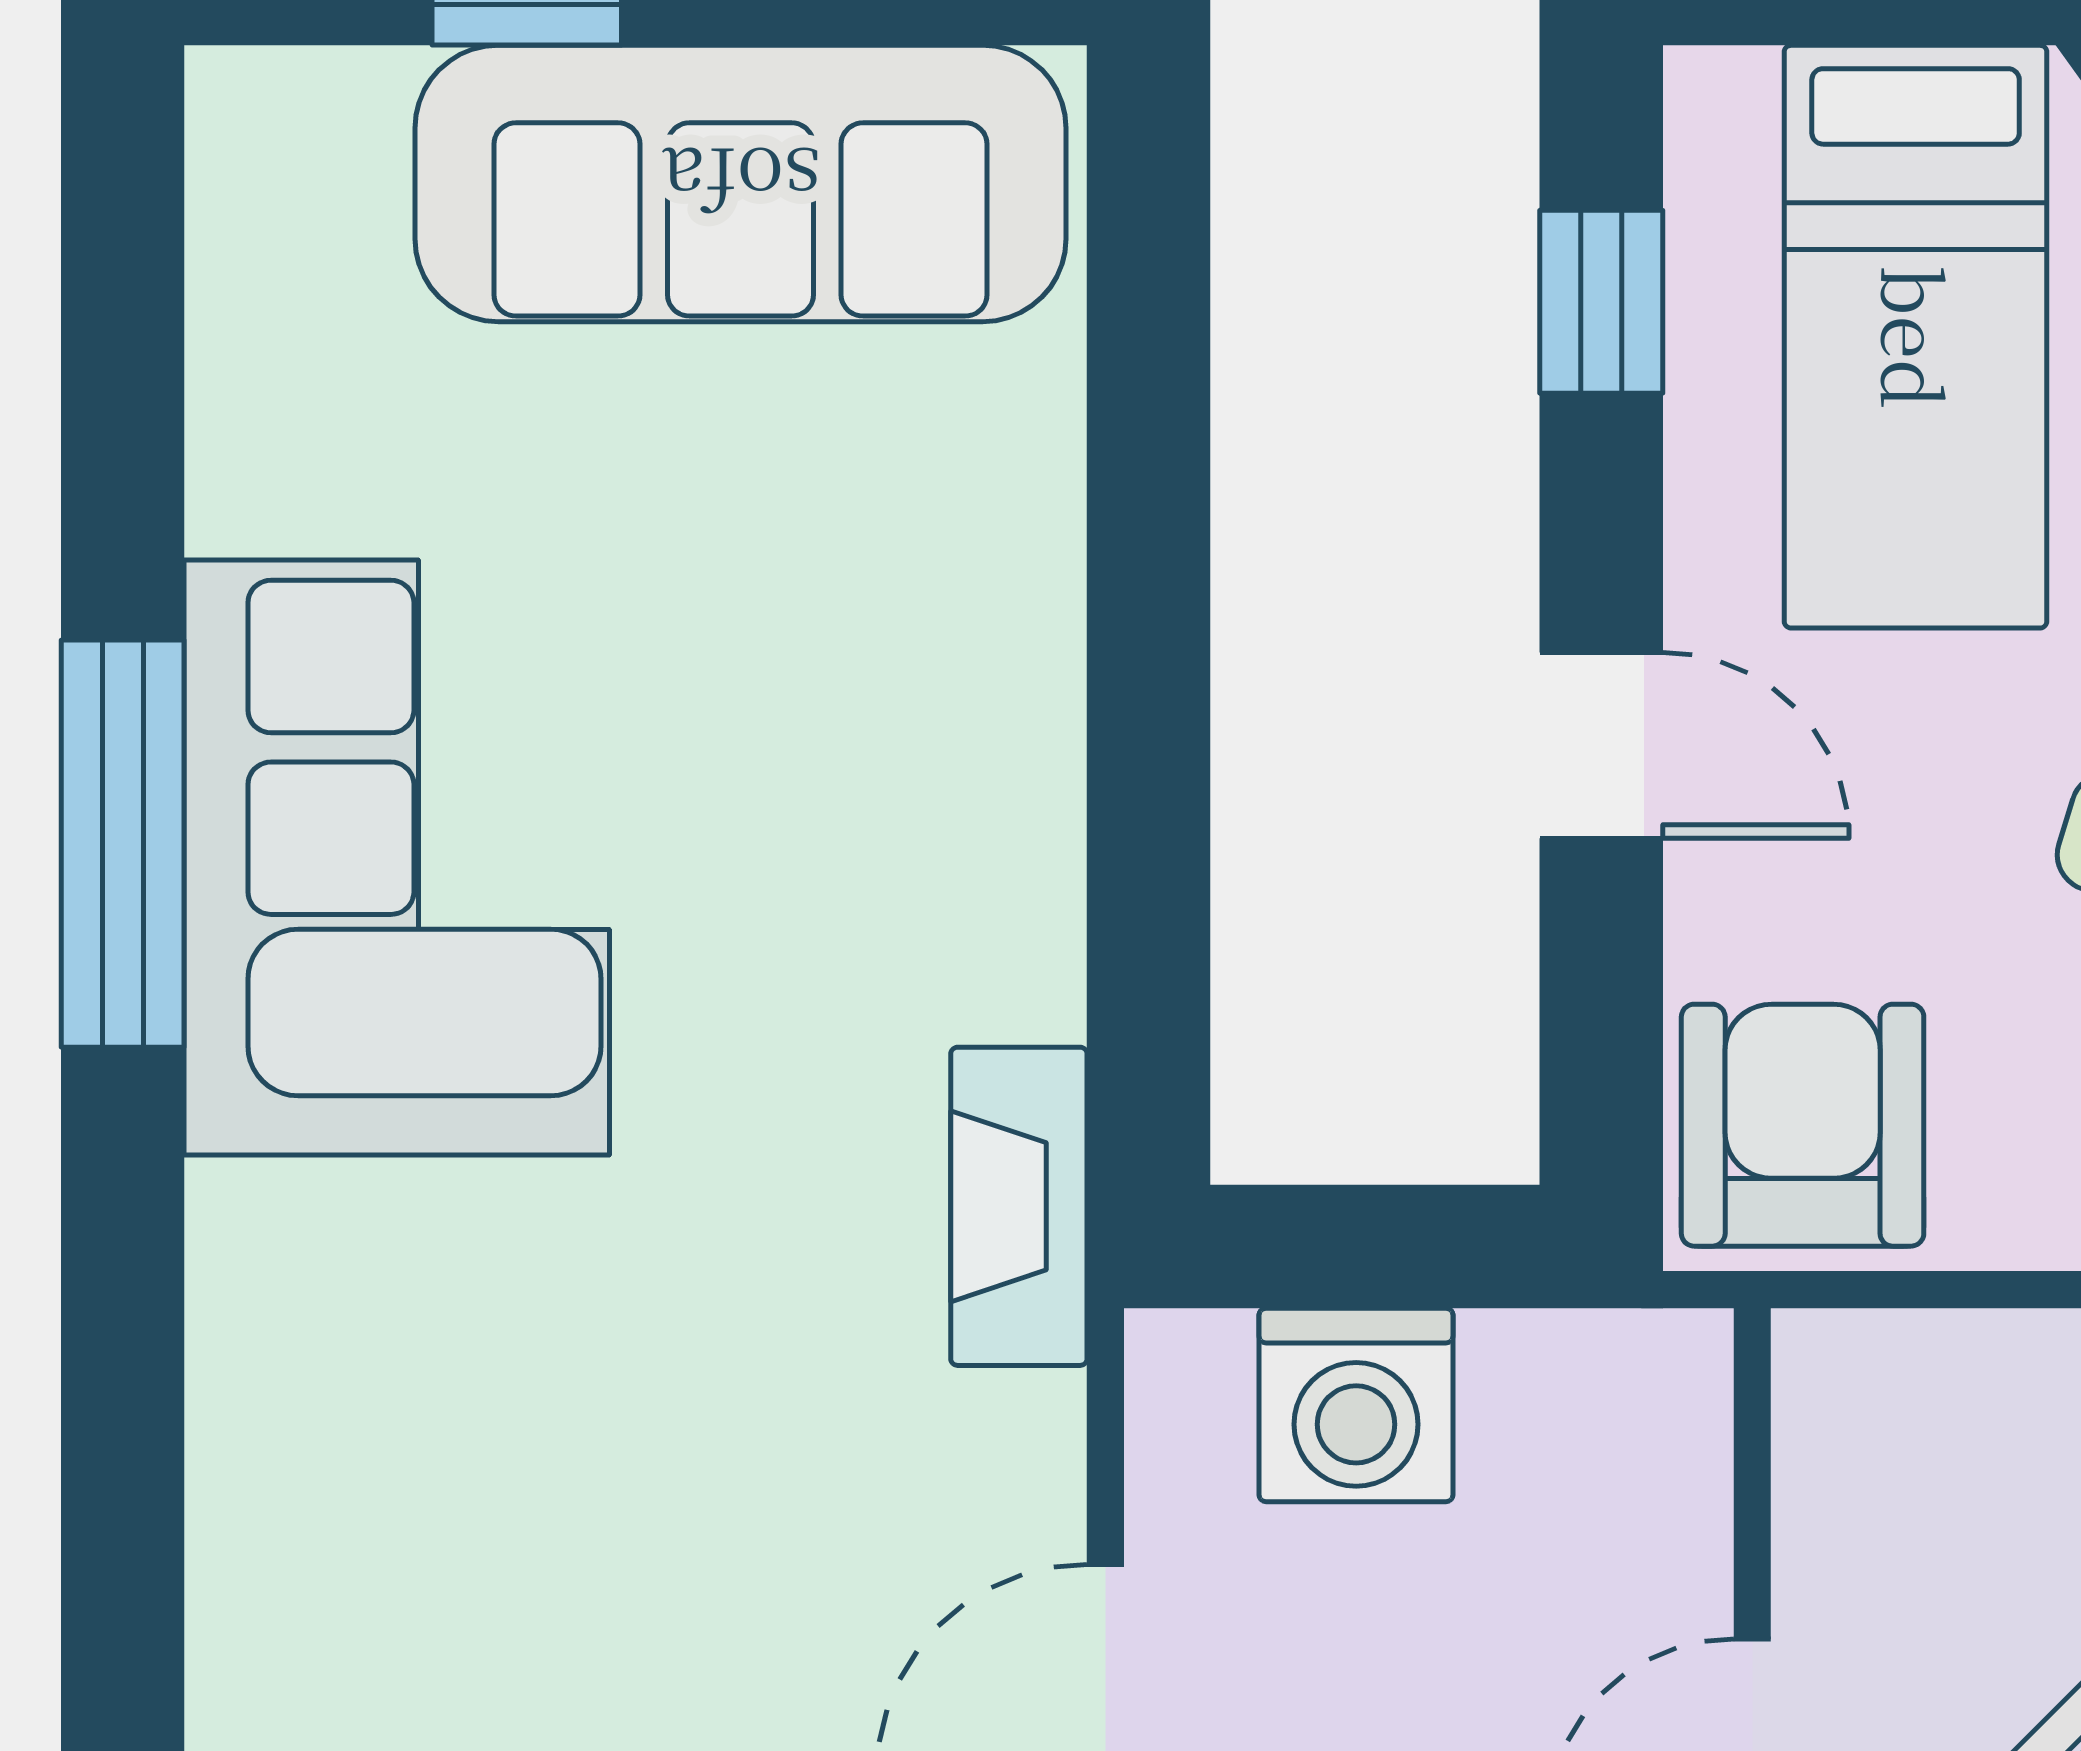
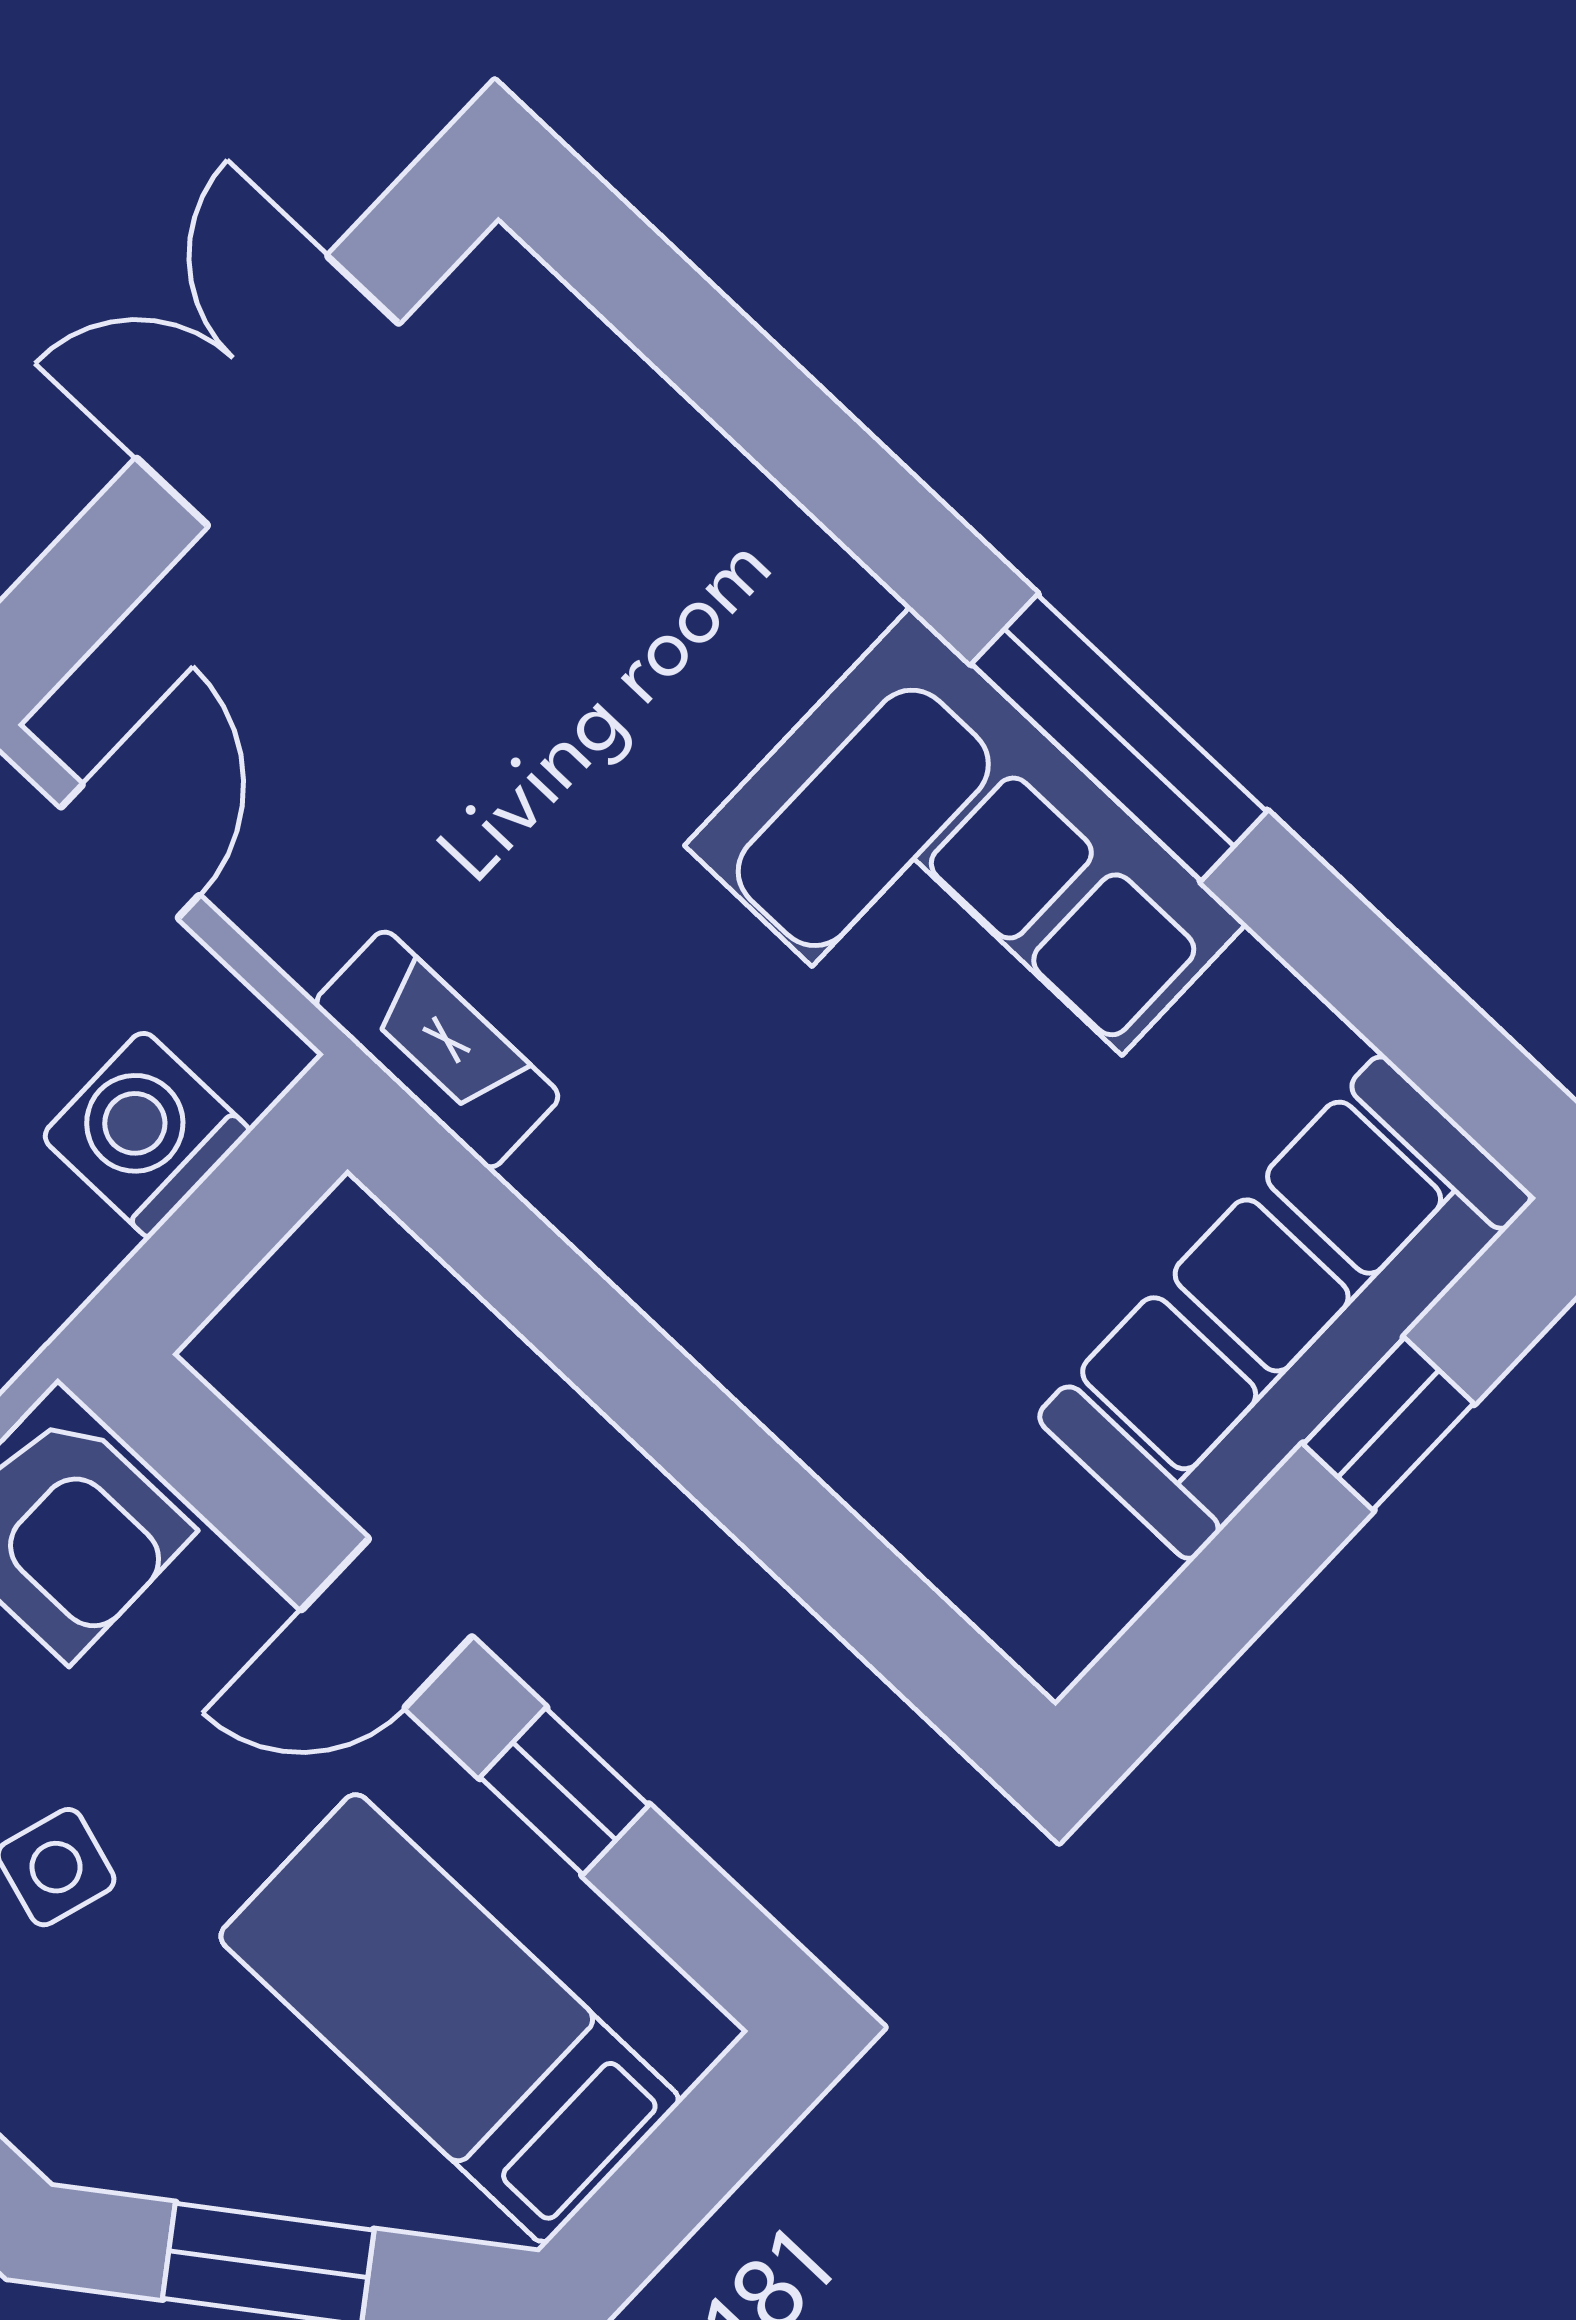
sofa: (741, 183) -> (1285, 1308), moved
window: (1601, 302) -> (564, 1791), moved

